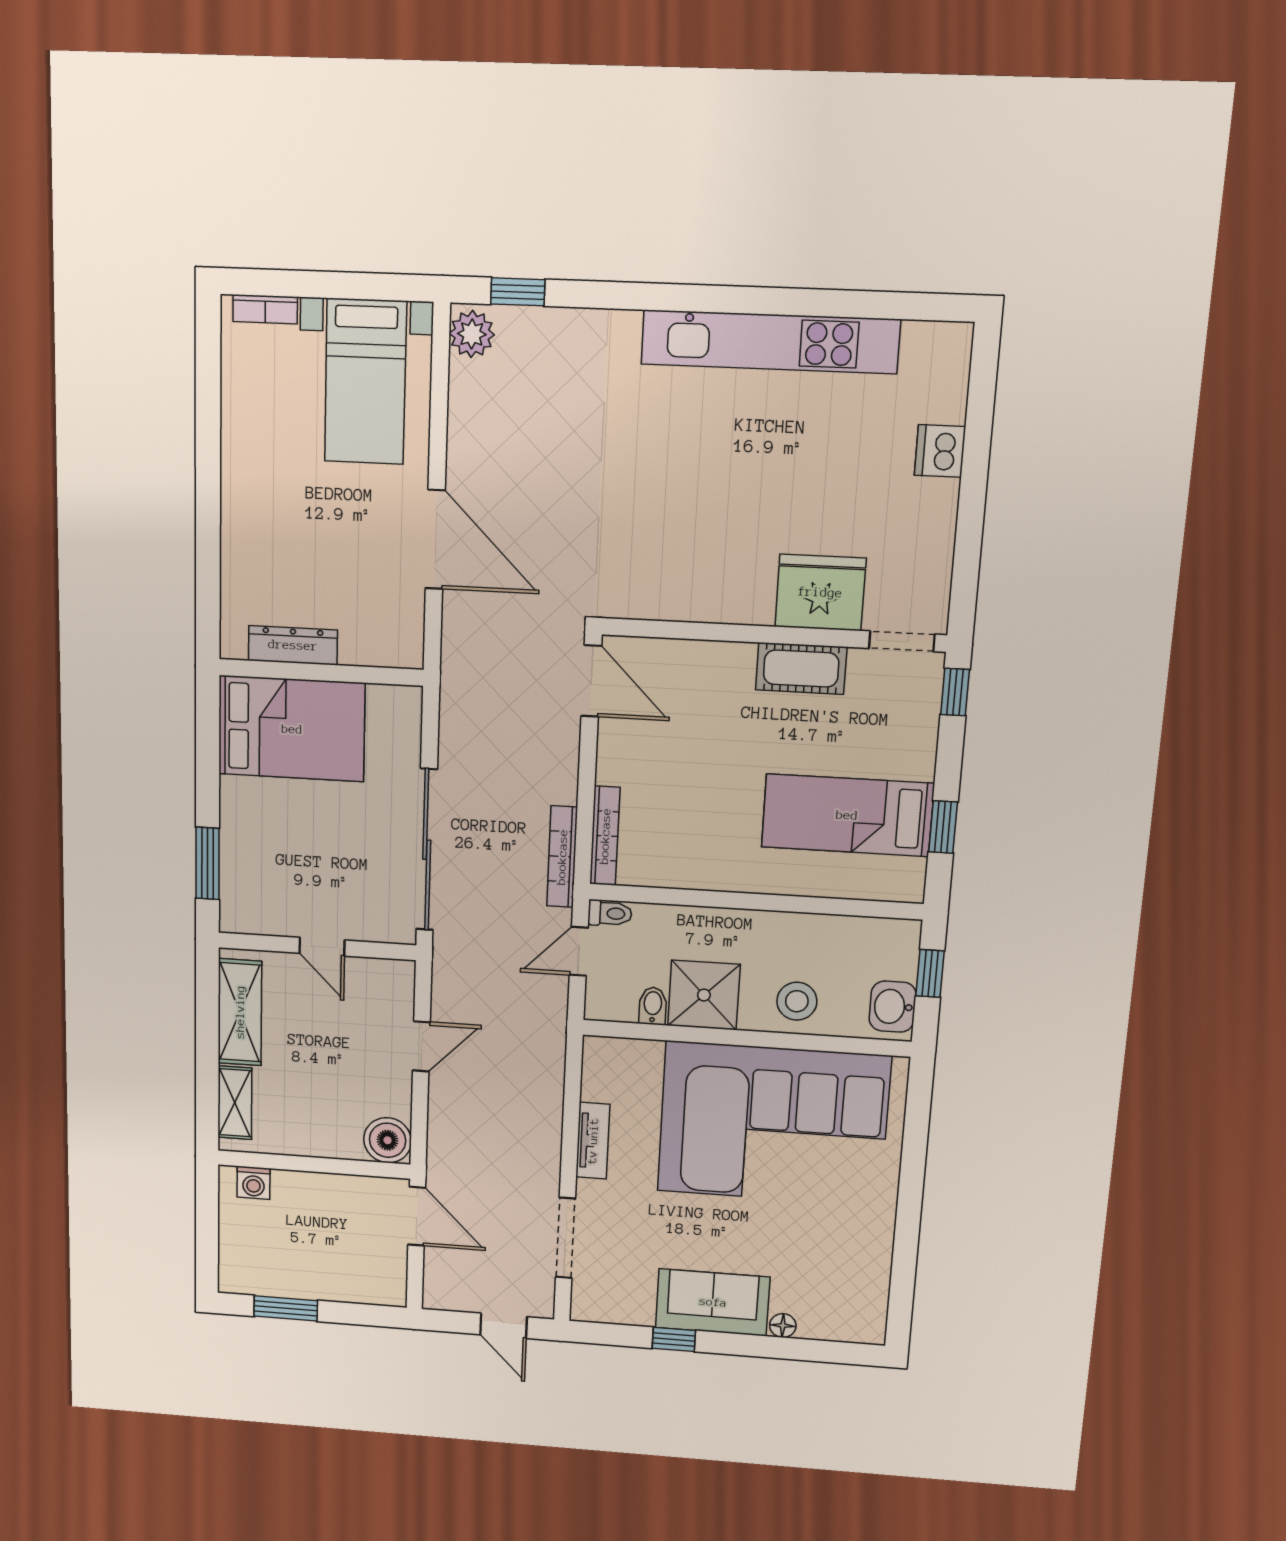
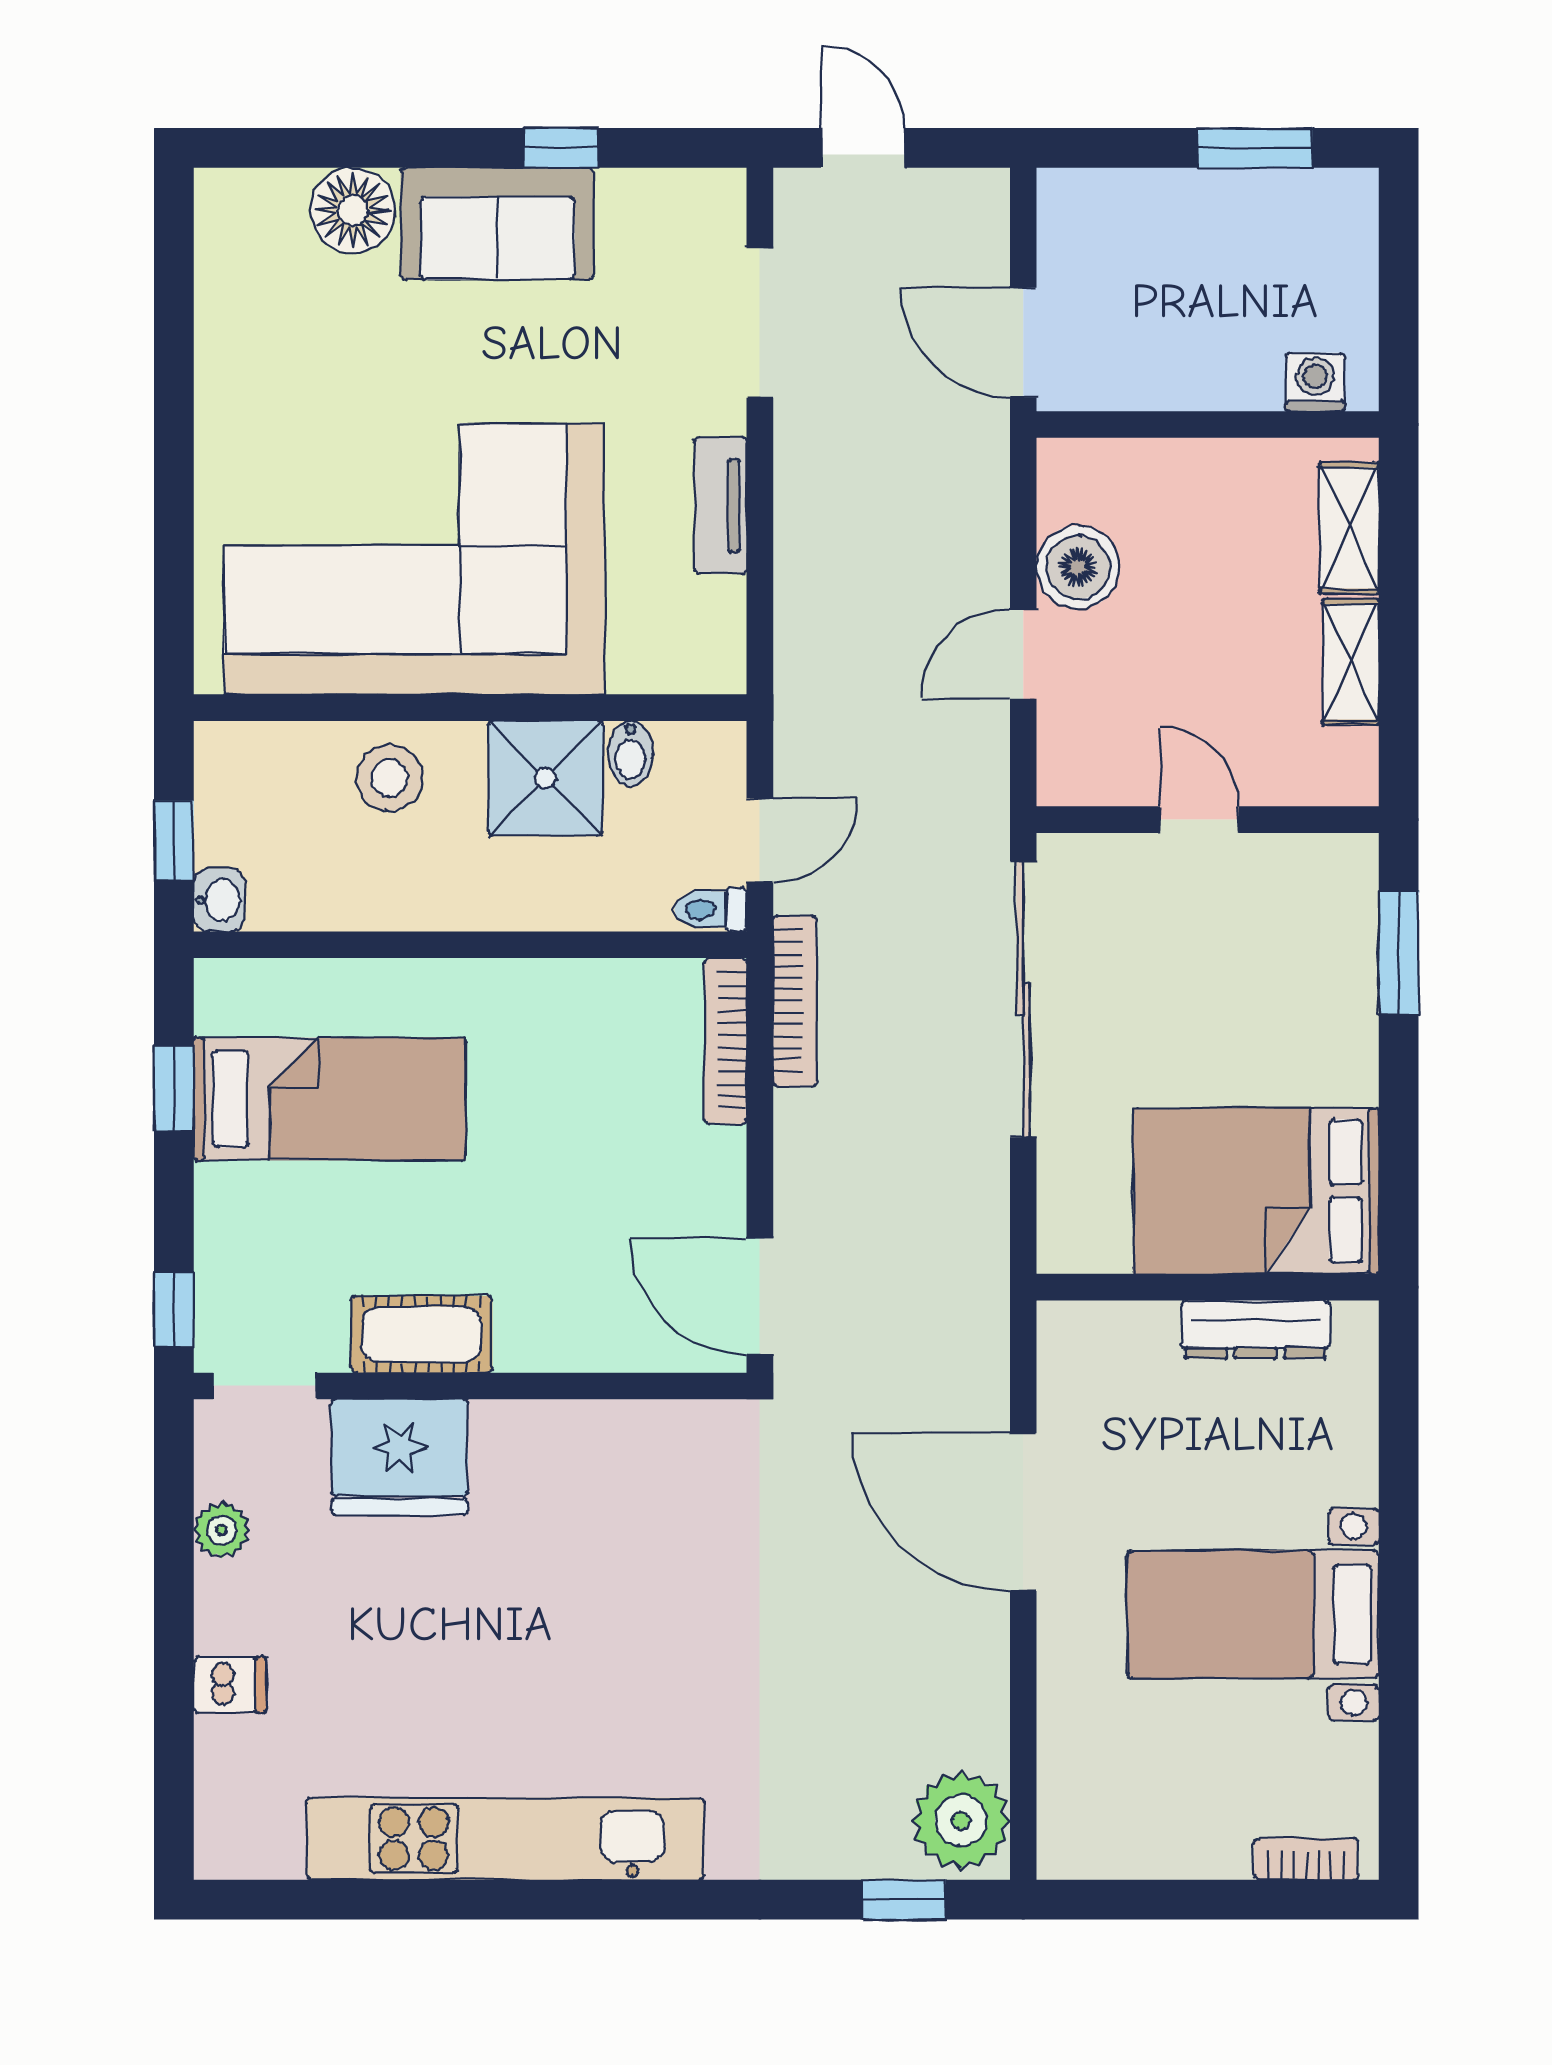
plant: (472, 334) -> (961, 1820), width x1.36, depth x1.36
bed with nightstands: (365, 382) -> (1253, 1614), moved, turned -90
dishwasher: (940, 451) -> (230, 1685), width x0.73
plant: (937, 551) -> (222, 1530), added
washbasin: (893, 1007) -> (219, 900), moved, width x0.72, depth x0.69
shelving: (240, 1012) -> (1351, 662), width x0.67, depth x0.75
boiler: (388, 1140) -> (1078, 567), moved
floor lamp: (783, 1326) -> (353, 210), width x1.89, depth x1.89

